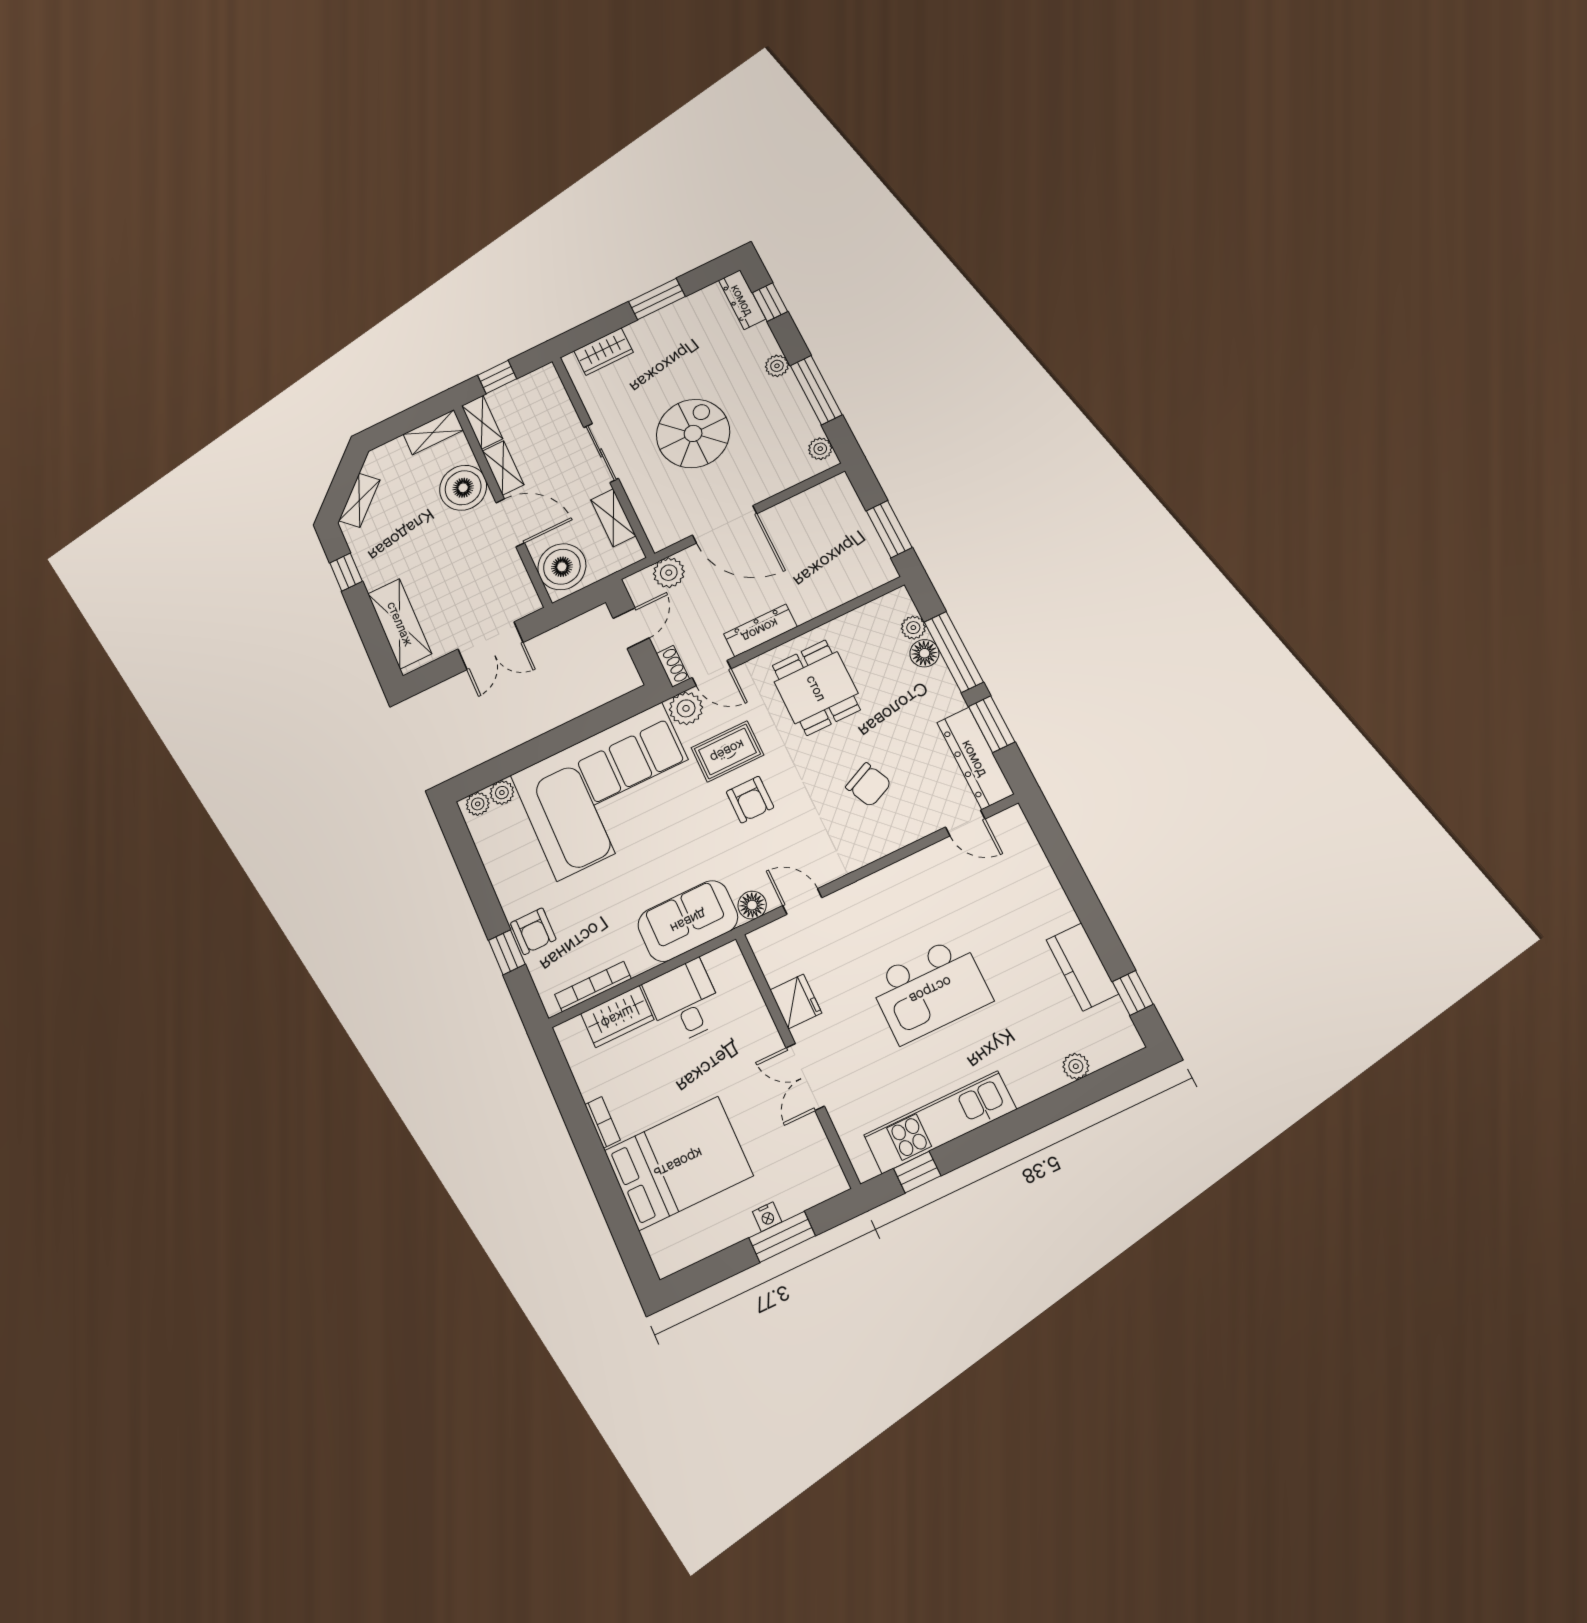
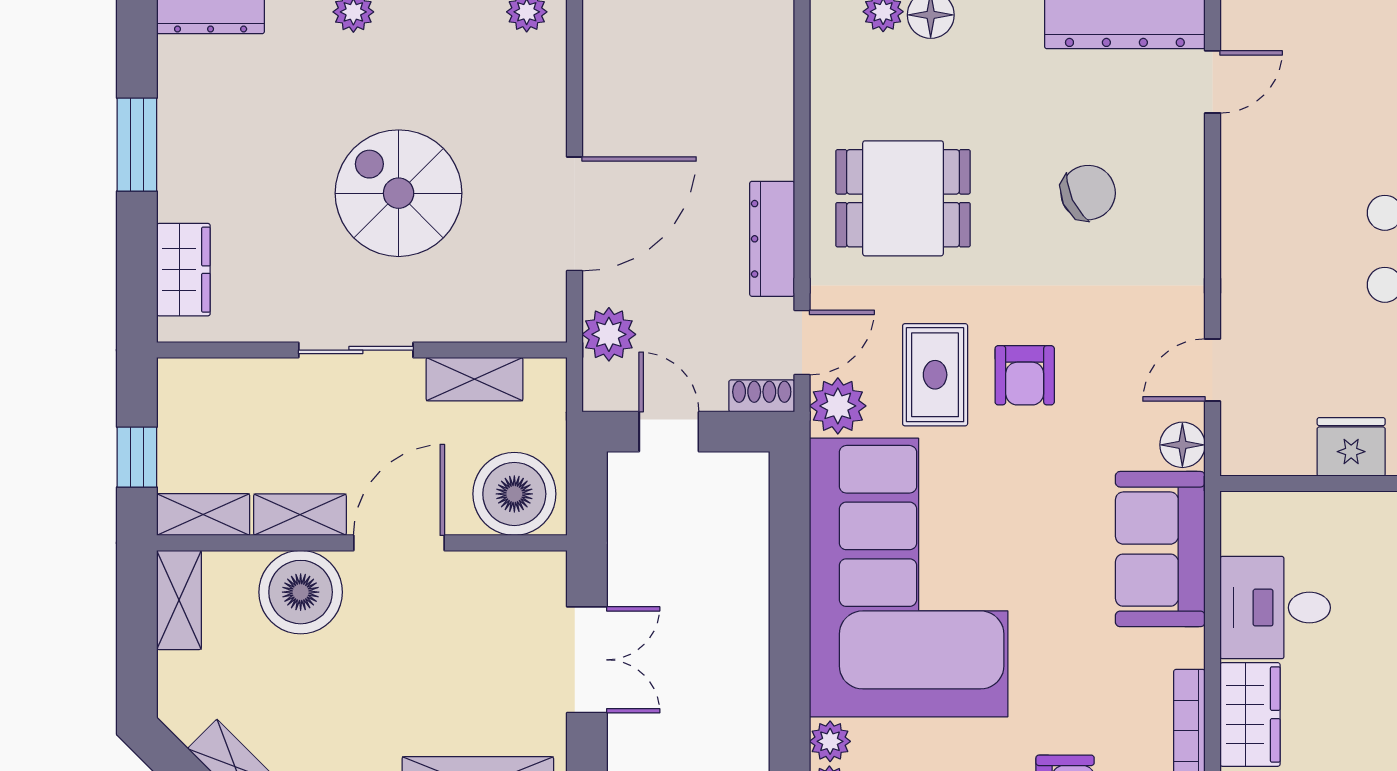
armchair: (750, 800) -> (1025, 375), turned 90

